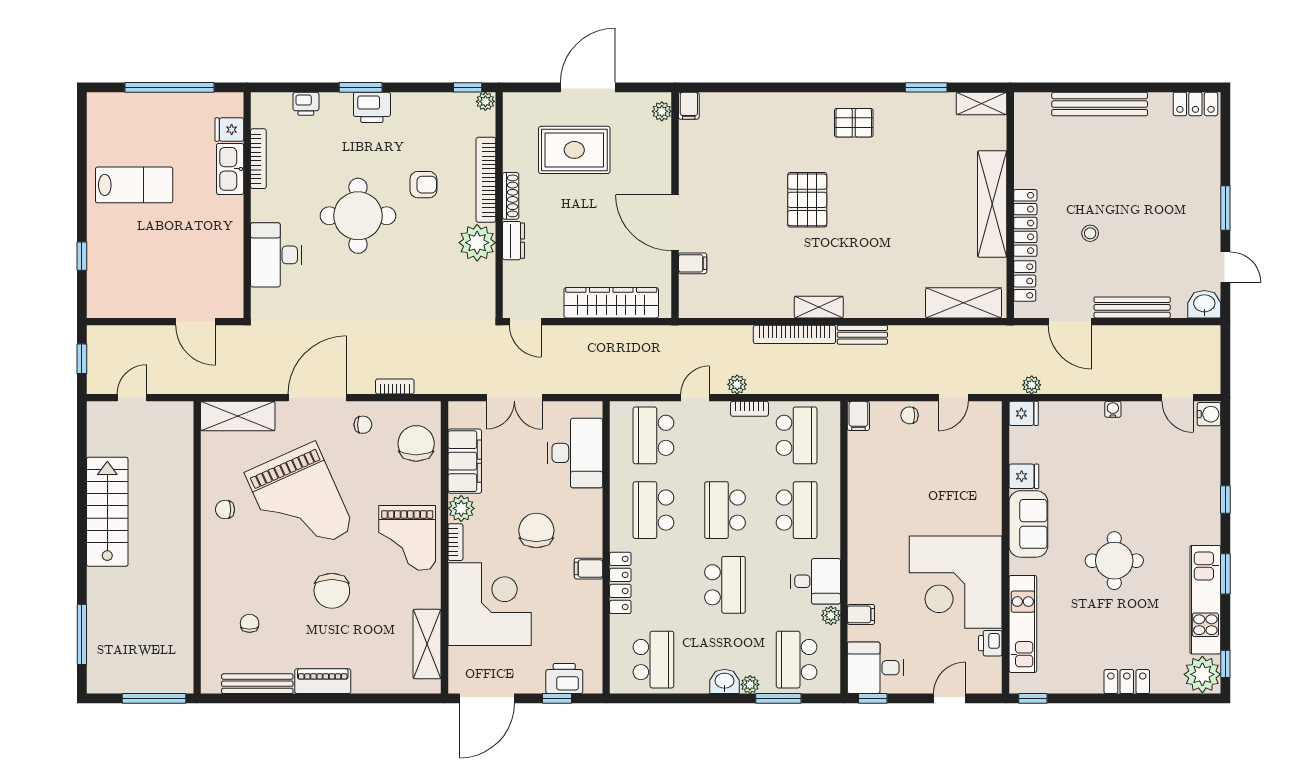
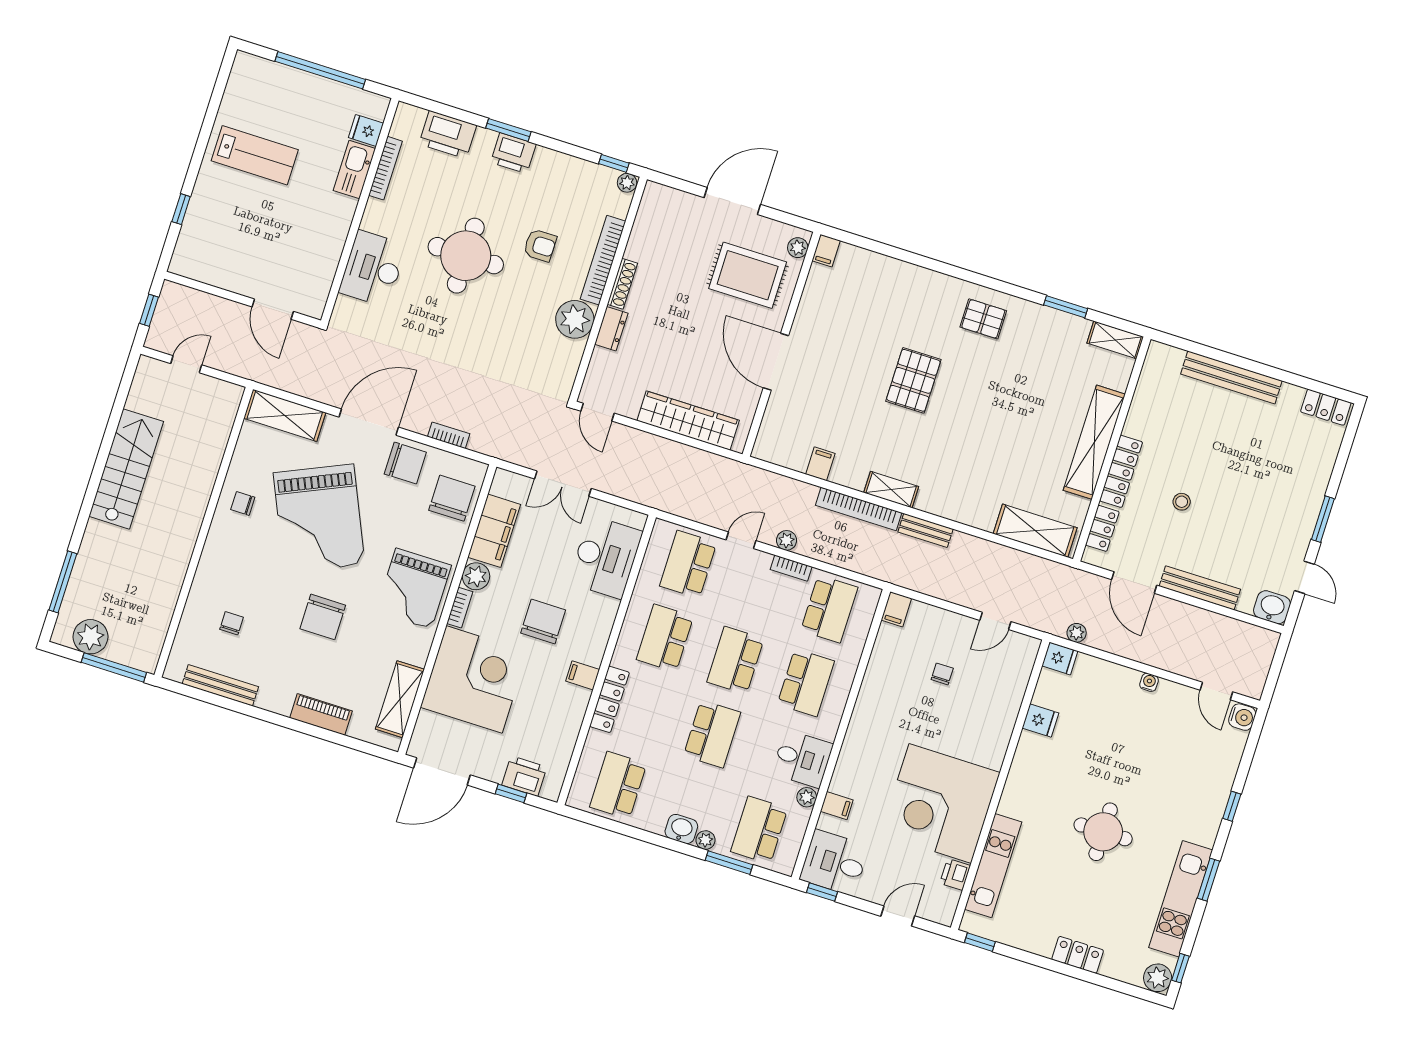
printer: (306, 104) -> (448, 135), width x1.87, depth x1.48
rug: (574, 150) -> (748, 275), moved
filing cabinet: (693, 263) -> (820, 464), moved, turned -90
chair: (910, 415) -> (942, 674), moved, turned 90
chair: (363, 425) -> (405, 463), width x1.87, depth x1.87
sofa: (1028, 524) -> (1030, 769), removed
school desk: (653, 660) -> (618, 785), turned 180
plant: (1202, 674) -> (1158, 978), width x0.73, depth x0.73
plant: (123, 677) -> (90, 637), added
piano: (323, 681) -> (321, 714), moved

